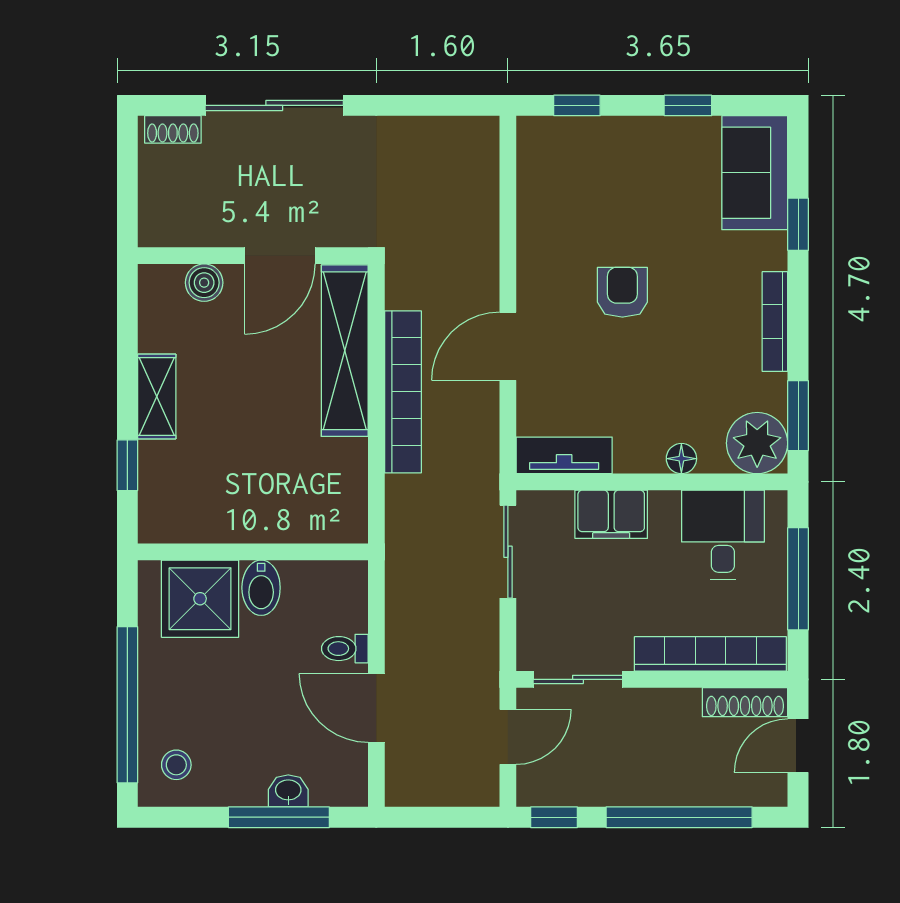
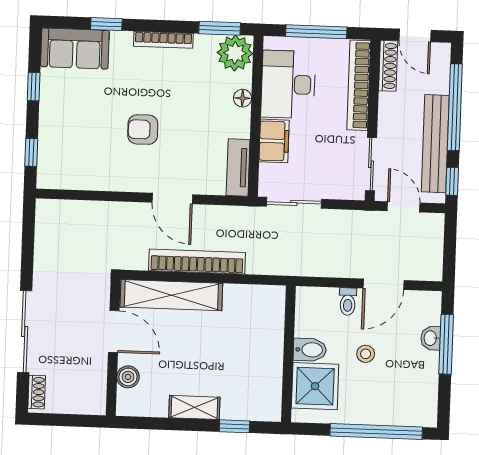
desk: (723, 535) -> (288, 84), width x1.37
stool: (176, 765) -> (366, 354), moved
bench: (617, 786) -> (435, 144), added

